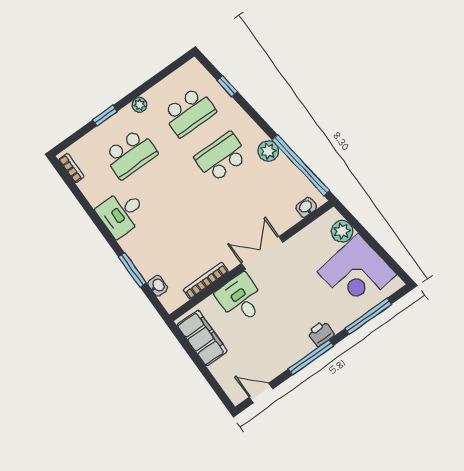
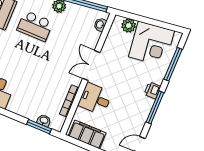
school desk: (221, 157) -> (35, 26), turned -90
window: (132, 270) -> (39, 127), moved

